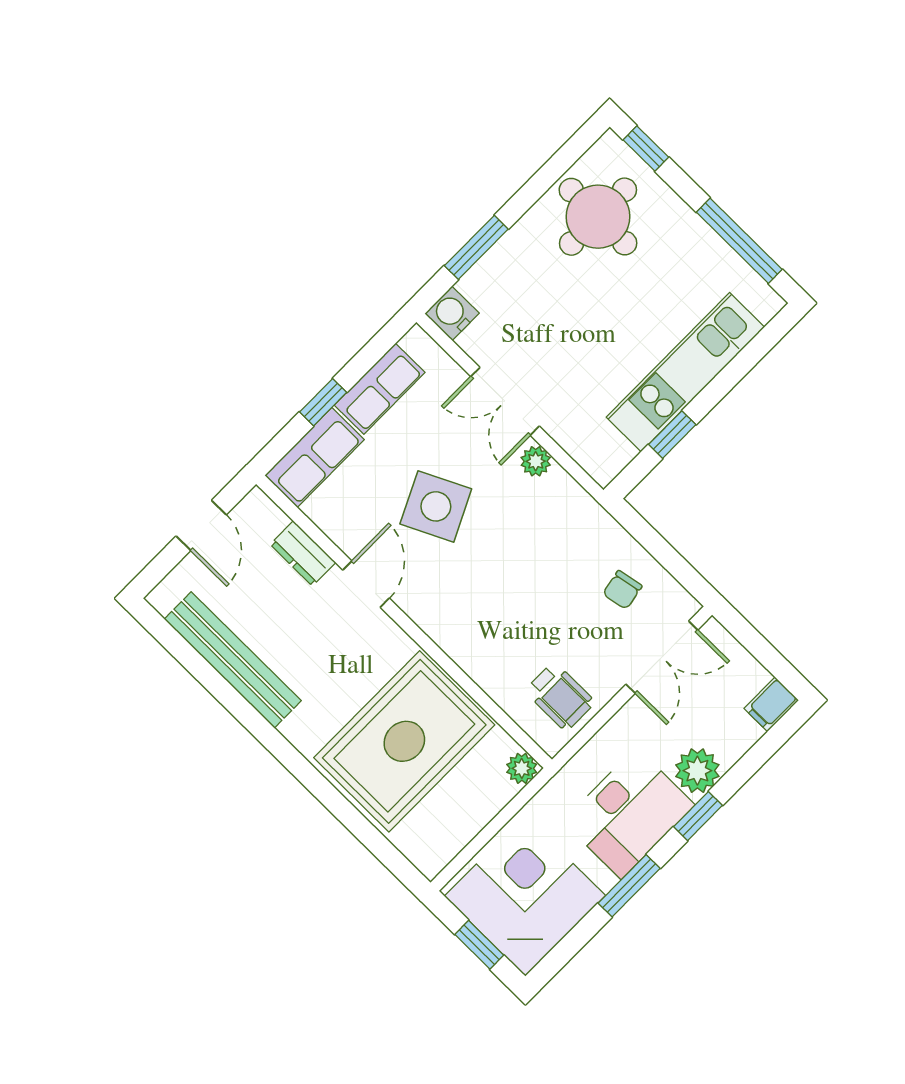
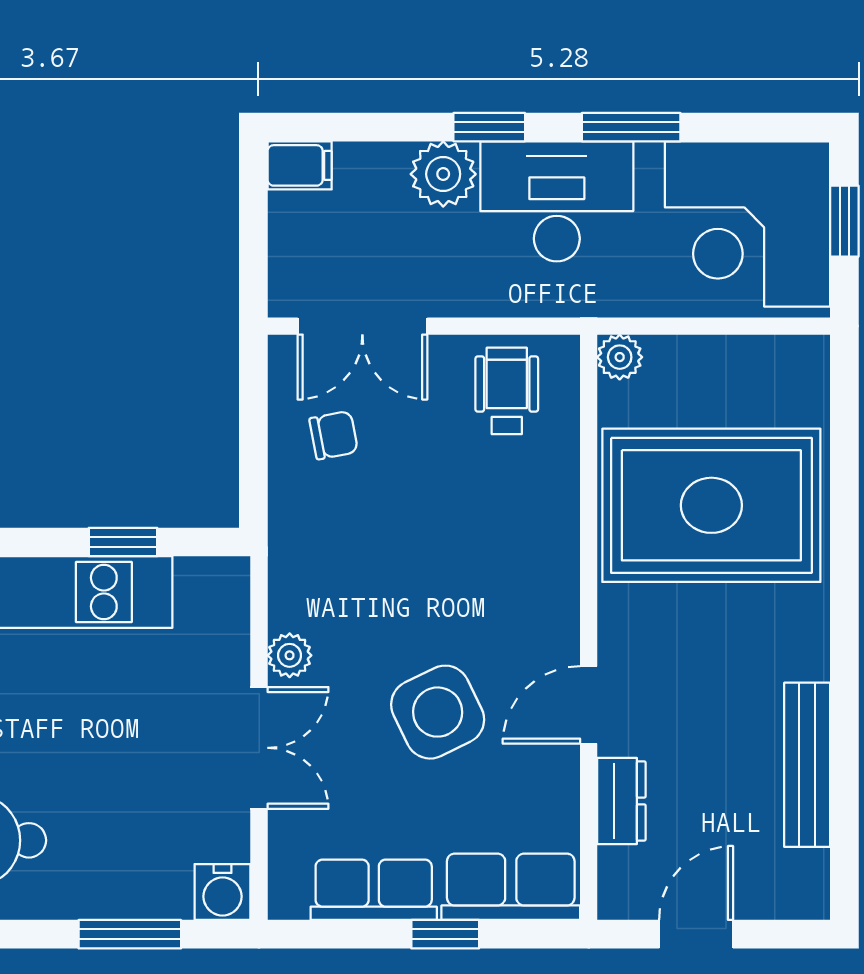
double door: (662, 657) -> (362, 326), swing flipped
bench: (233, 660) -> (807, 765), width x0.73, depth x0.82

